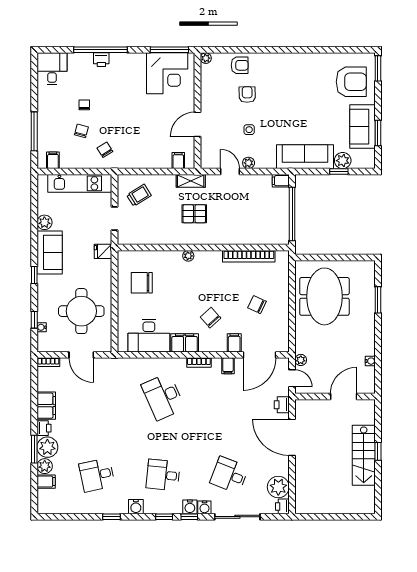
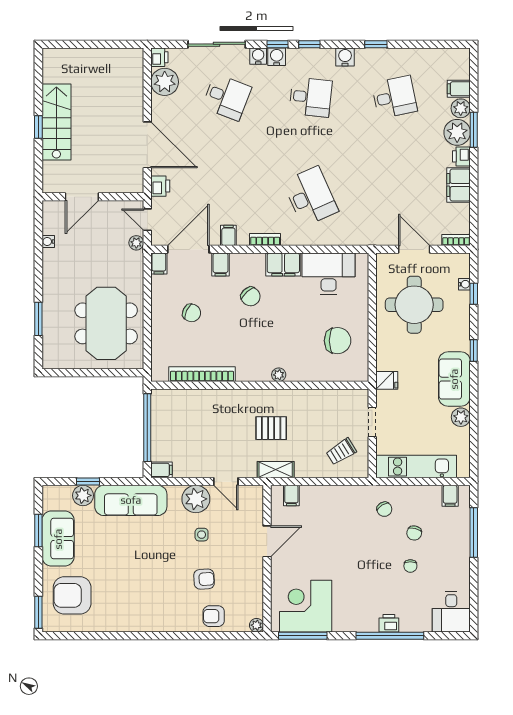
armchair: (247, 95) -> (204, 579), turned -92
plant: (249, 163) -> (196, 499), width x1.88, depth x1.88
filing cabinet: (283, 344) -> (159, 264), added

